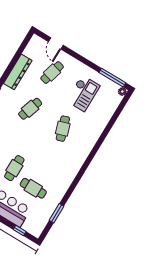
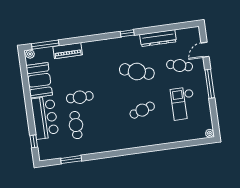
window: (112, 78) -> (210, 84), moved
checkout: (83, 93) -> (183, 103), turned 90
cafe table: (30, 109) -> (137, 72), width x1.37, depth x1.35

